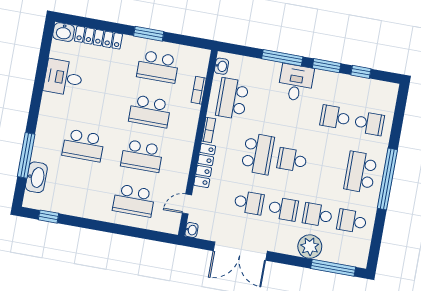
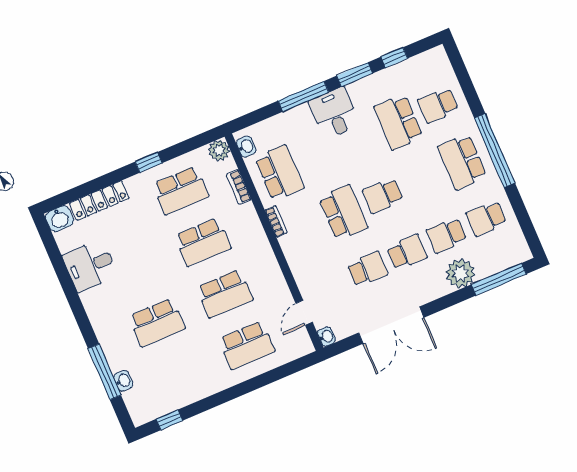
window: (149, 34) -> (149, 162), width x0.67
plant: (201, 57) -> (219, 150), added
school desk: (232, 99) -> (279, 173), turned 180
school desk: (335, 117) -> (398, 122), width x1.85
school desk: (369, 123) -> (438, 105), turned 180
locker: (205, 166) -> (296, 261), removed
washbasin: (36, 177) -> (123, 381), width x0.52, depth x0.69

